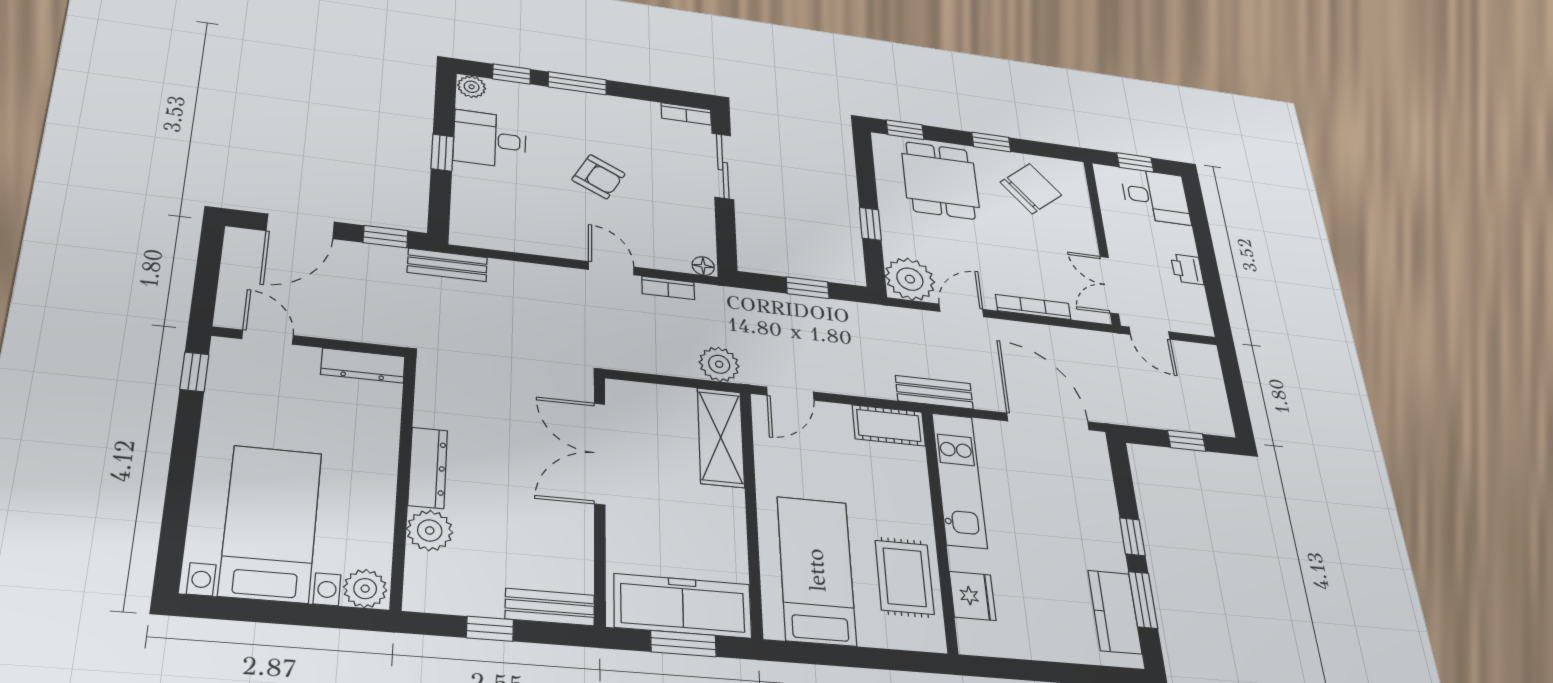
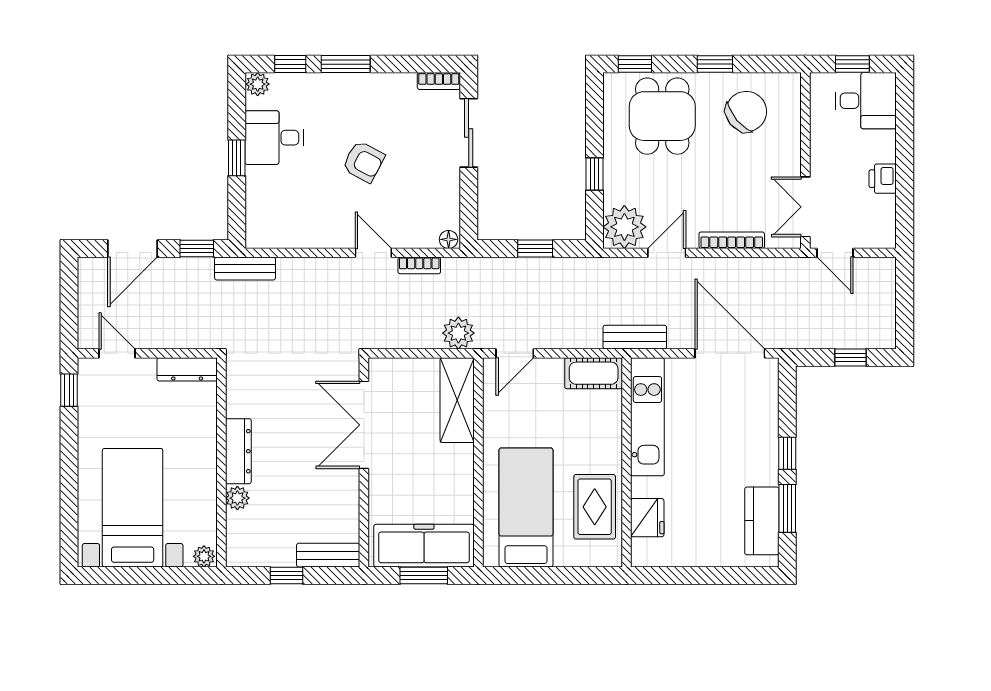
plant: (430, 530) -> (237, 498), width x0.73, depth x0.73
plant: (365, 589) -> (204, 556), width x0.73, depth x0.73

